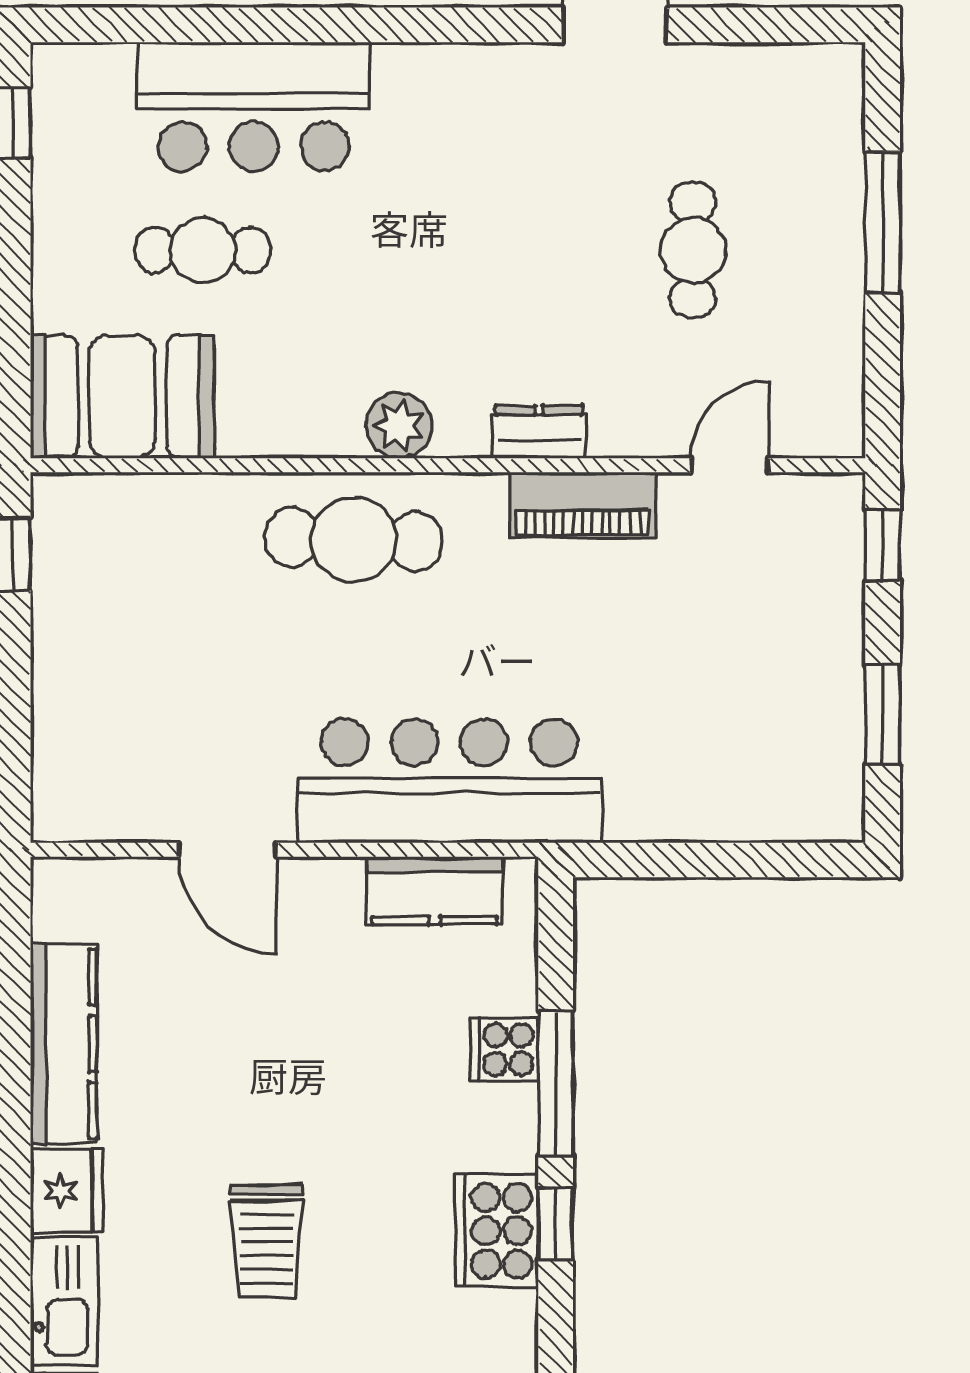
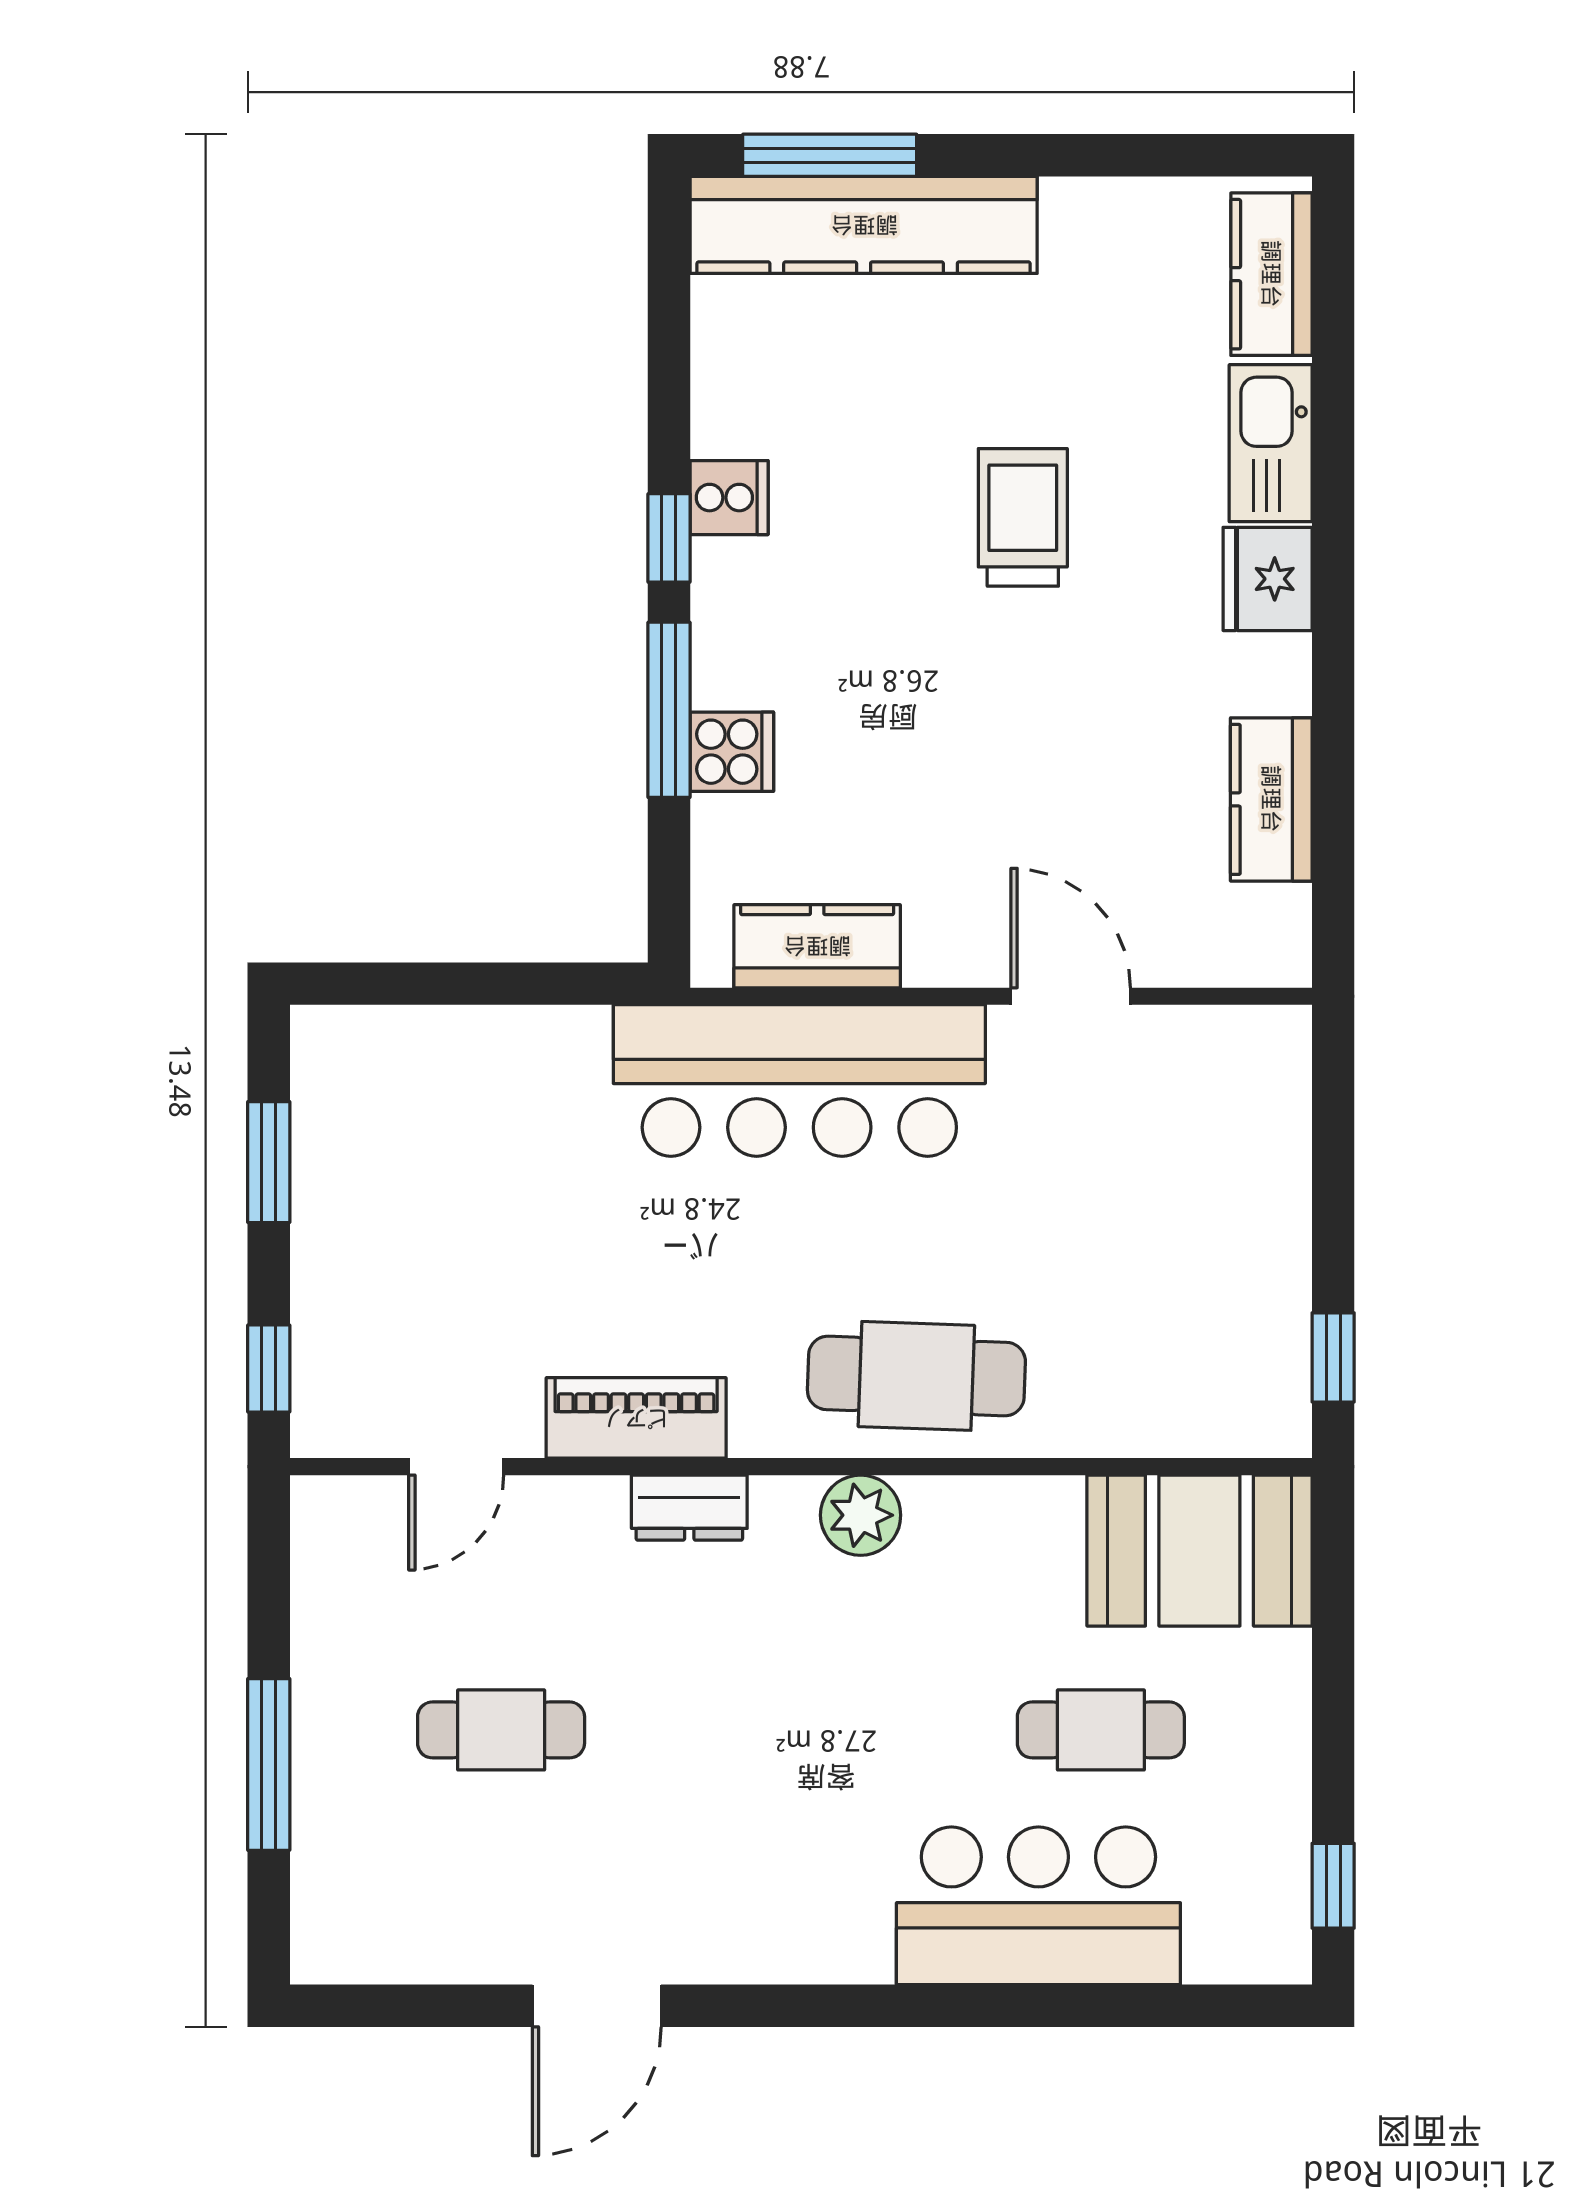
cafe table: (693, 250) -> (501, 1730), turned 90
kitchen counter: (64, 1044) -> (1271, 799), width x0.67
cooker: (497, 1231) -> (729, 498), width x0.53, depth x0.76

